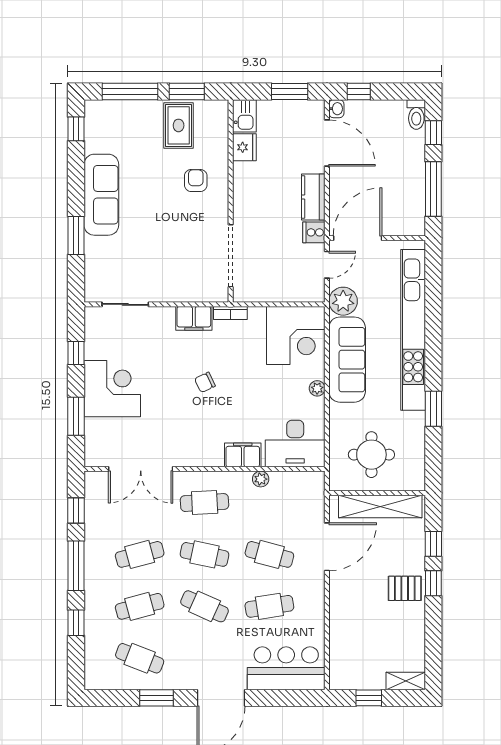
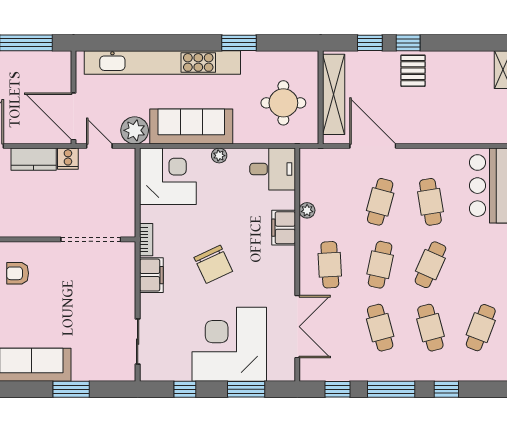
chair: (205, 382) -> (213, 264), width x1.87, depth x1.87
corner desk: (112, 389) -> (229, 344), width x1.36, depth x1.36
desk: (295, 444) -> (273, 169), width x0.73

